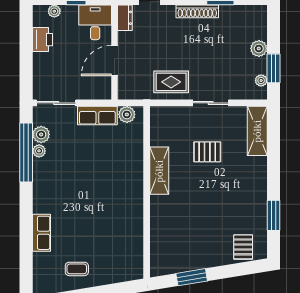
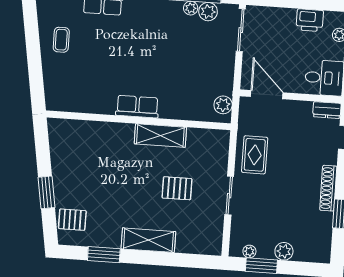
door: (114, 61) -> (267, 95), moved
row of seats: (97, 116) -> (137, 107), moved, turned 90
shelving: (257, 131) -> (148, 240), moved
pallet: (207, 152) -> (177, 188), turned 90
window: (192, 277) -> (46, 192), moved

